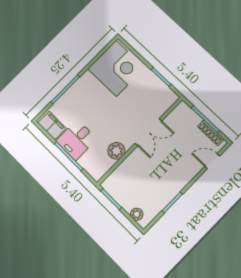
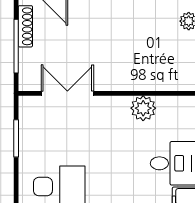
double door: (148, 132) -> (67, 93), moved

